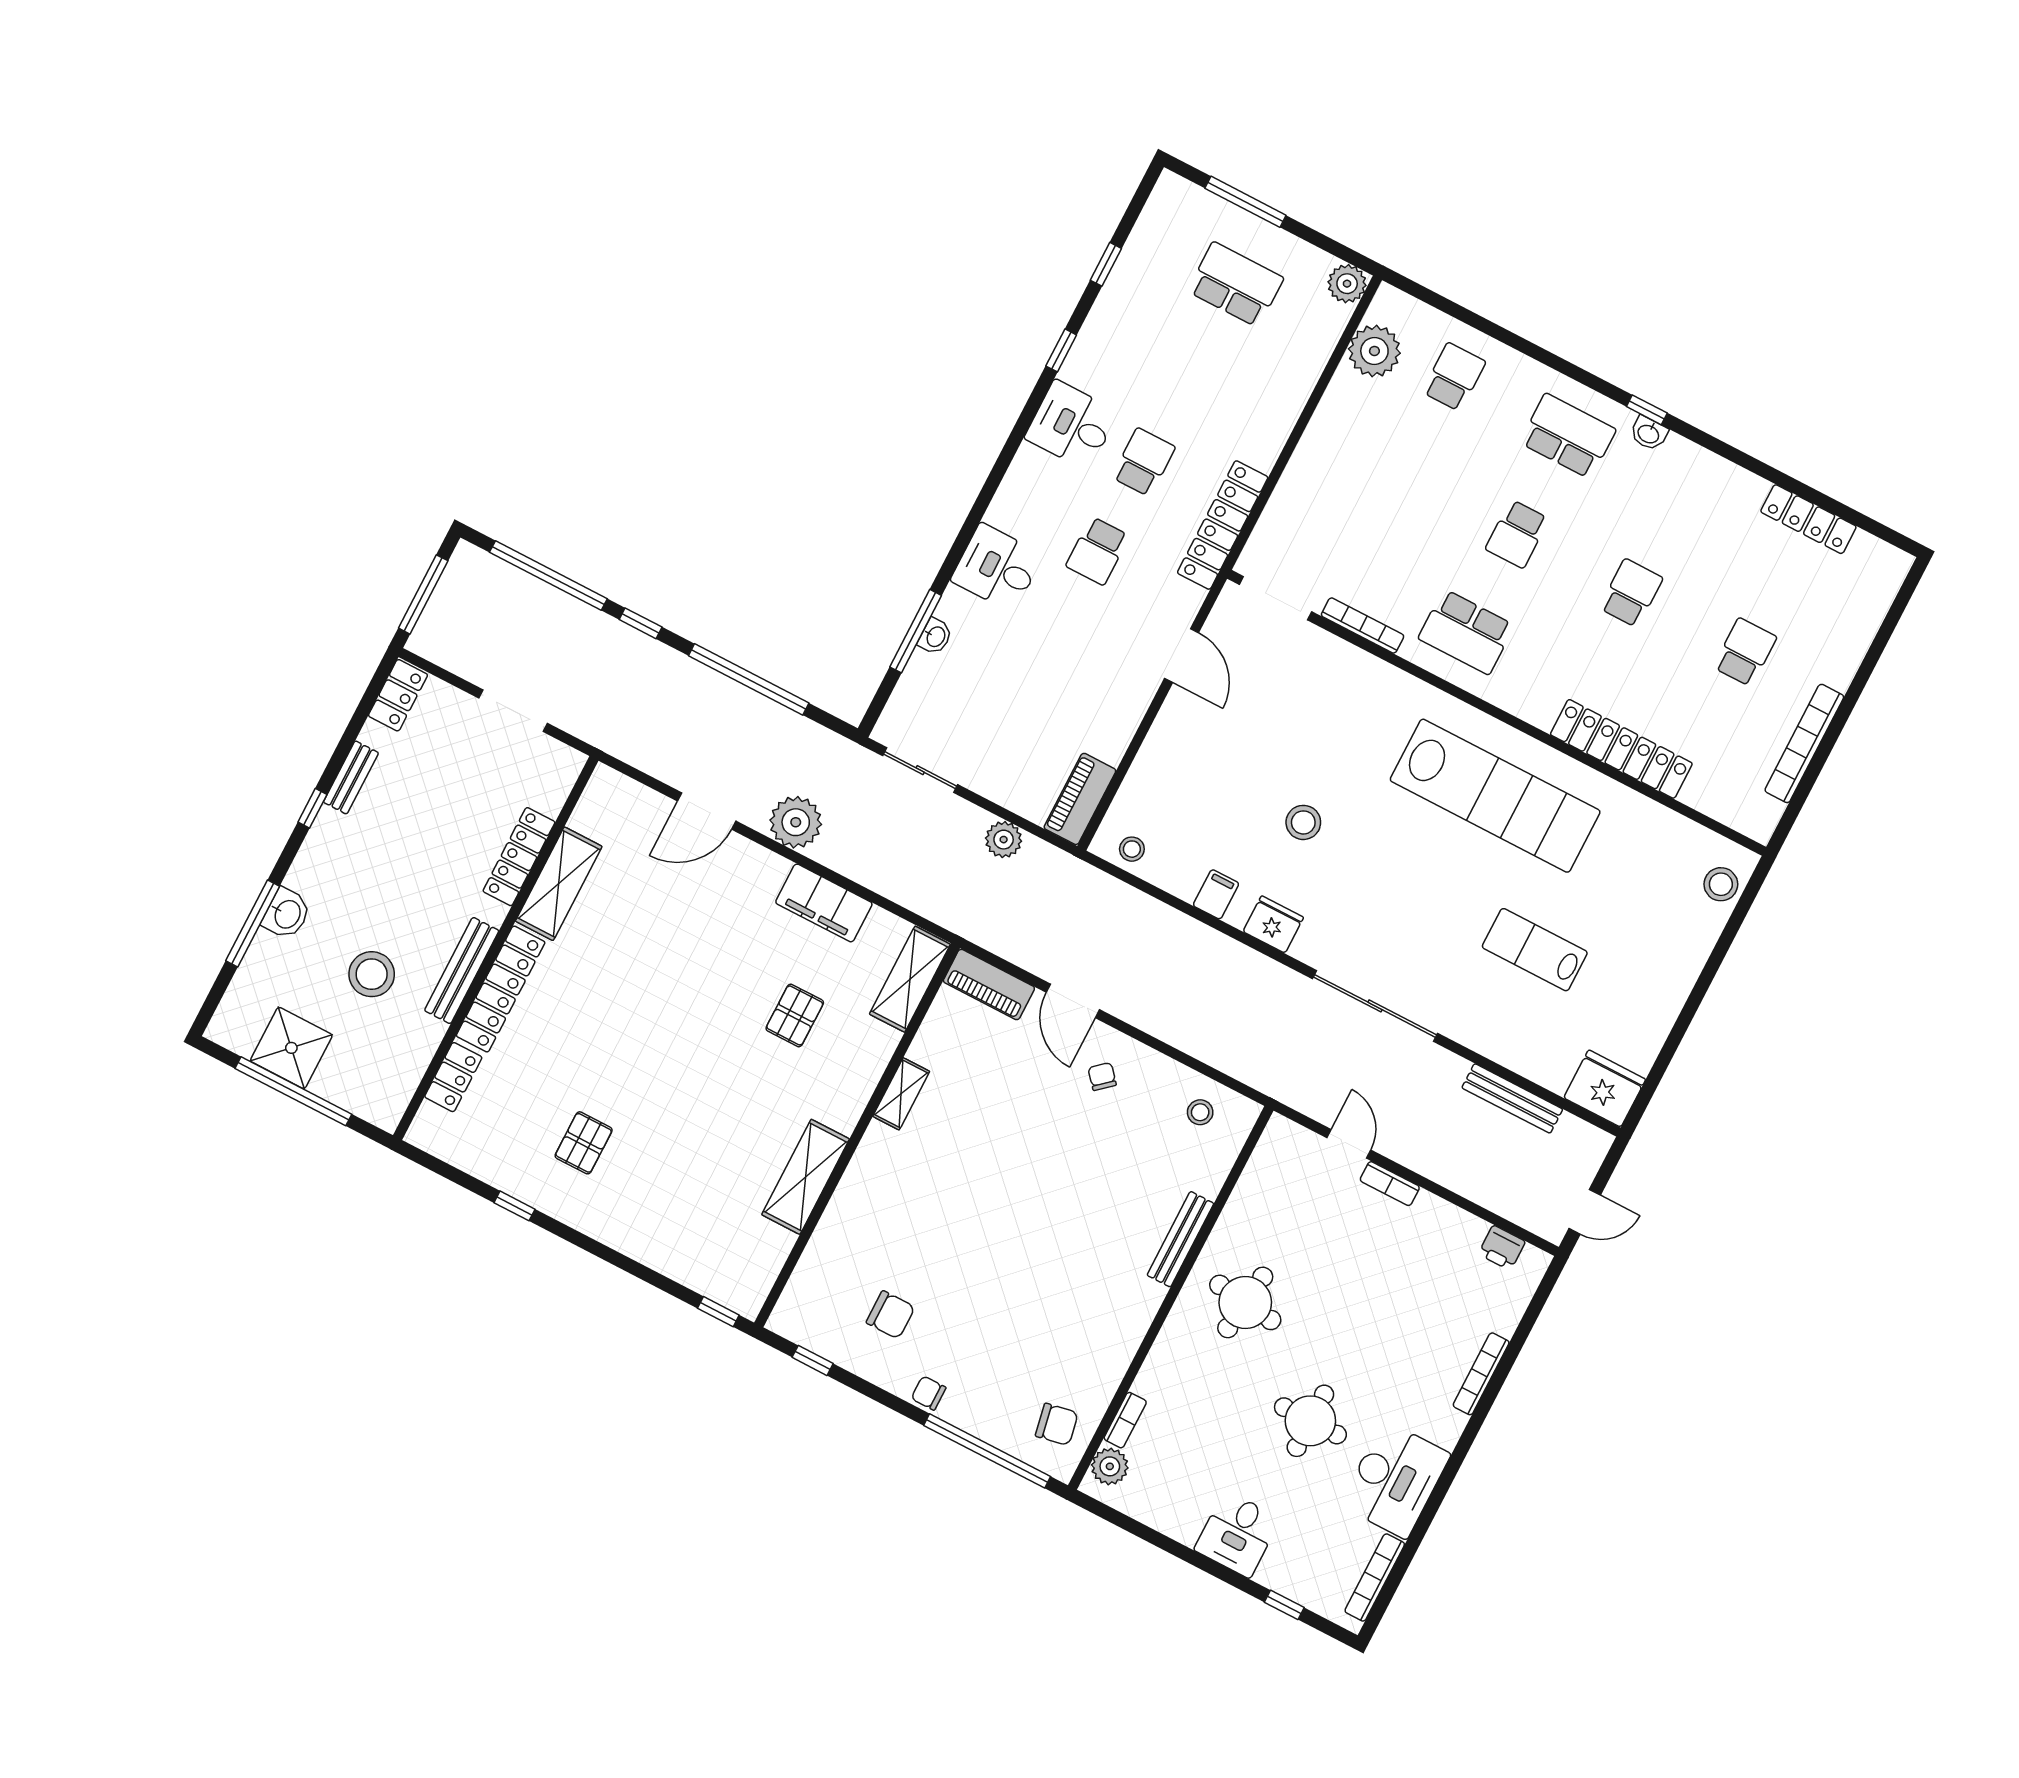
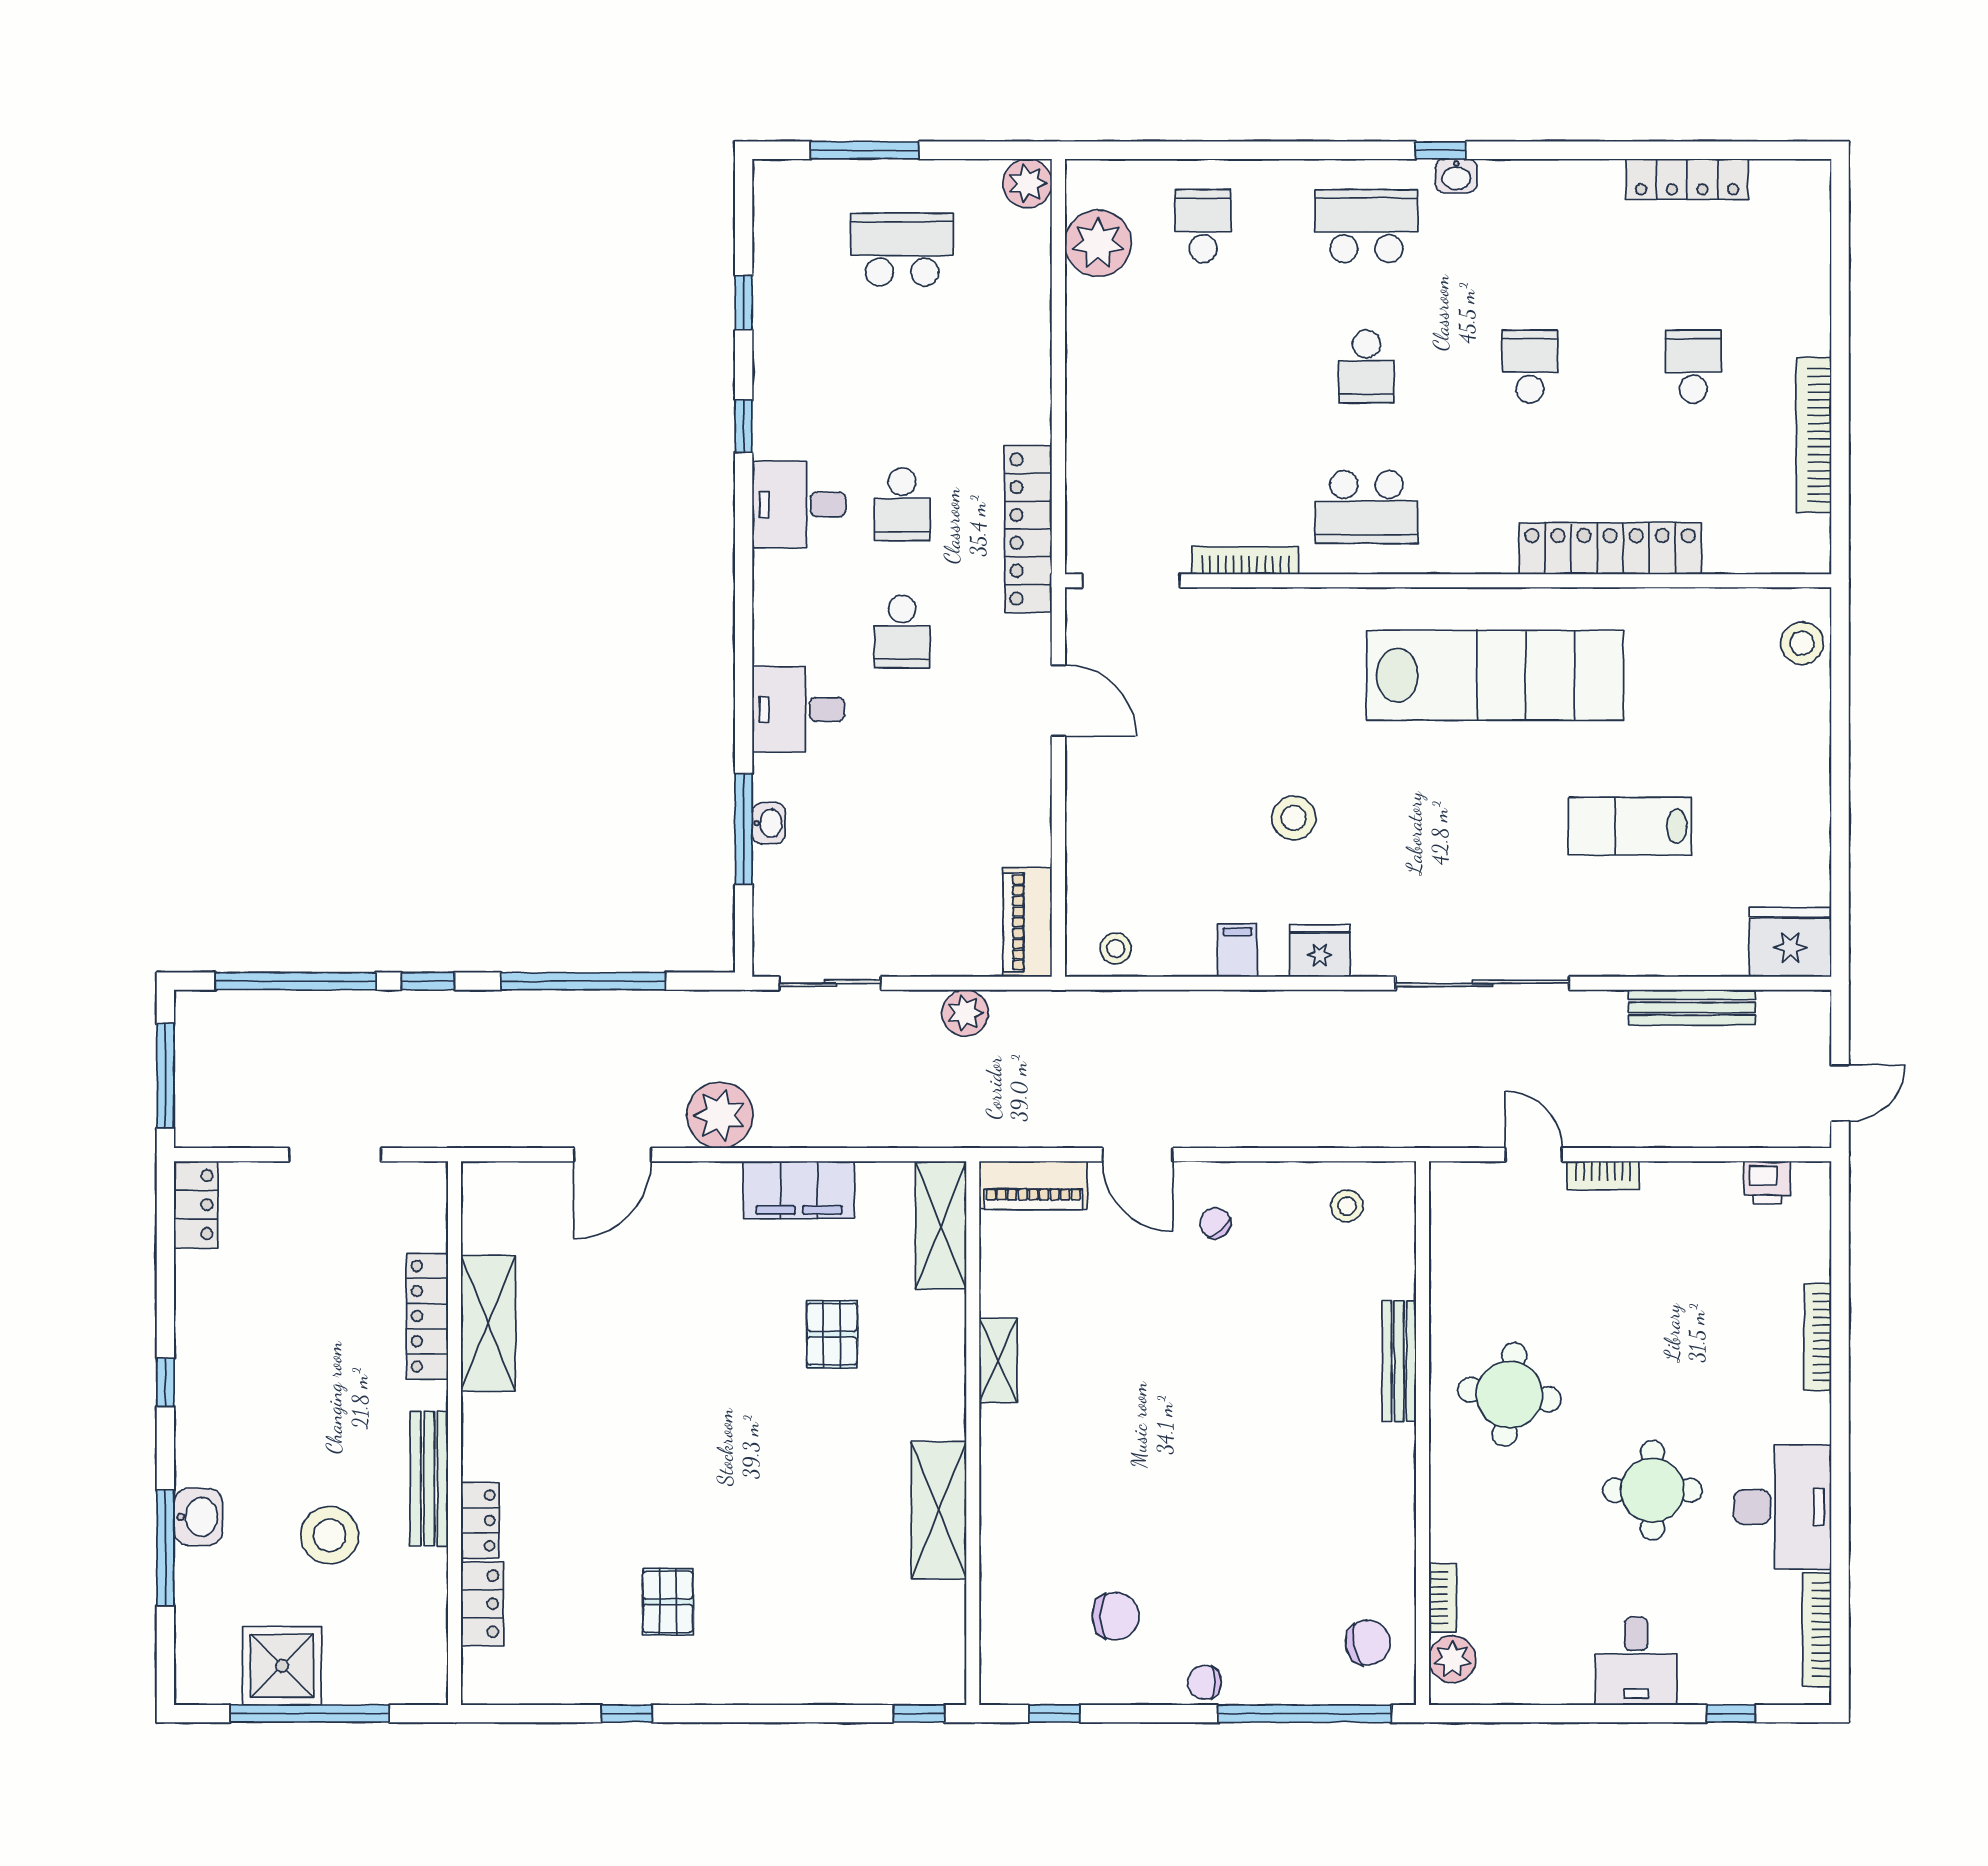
school desk: (1144, 462) -> (902, 504), turned 180
bench: (351, 777) -> (191, 1325), removed
locker: (501, 989) -> (480, 1520), width x0.46, depth x0.83

